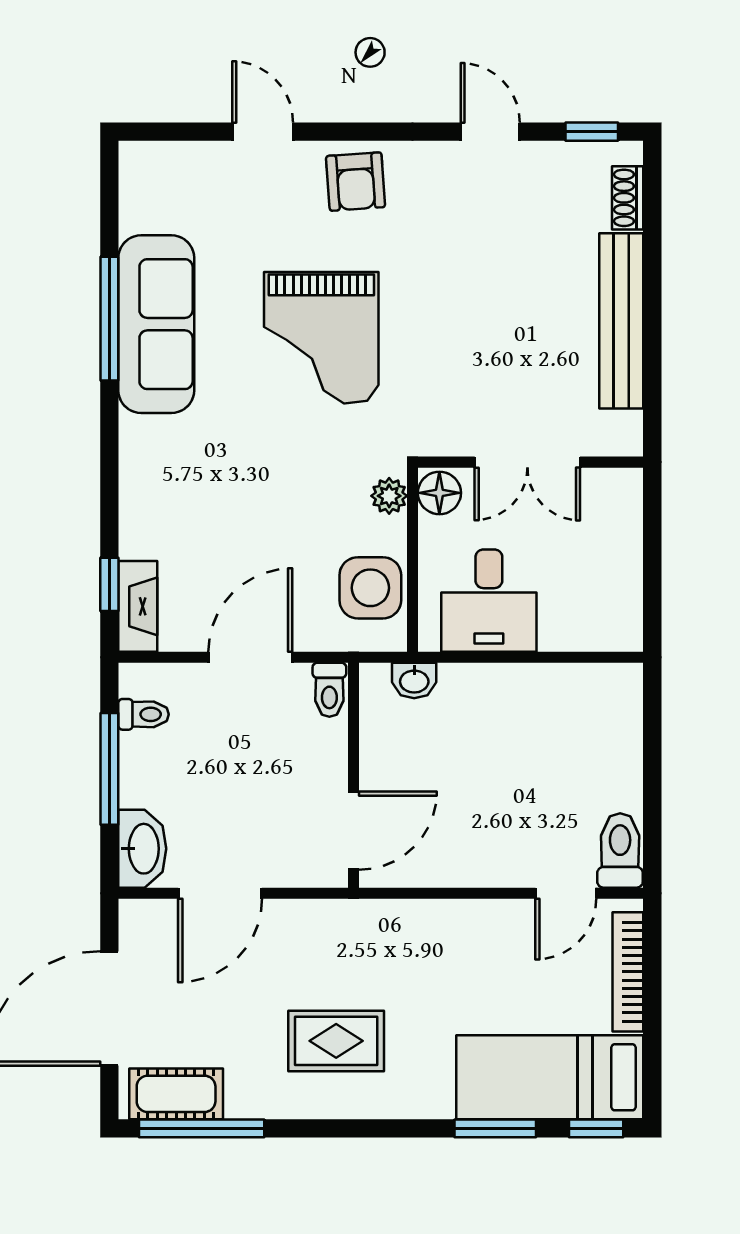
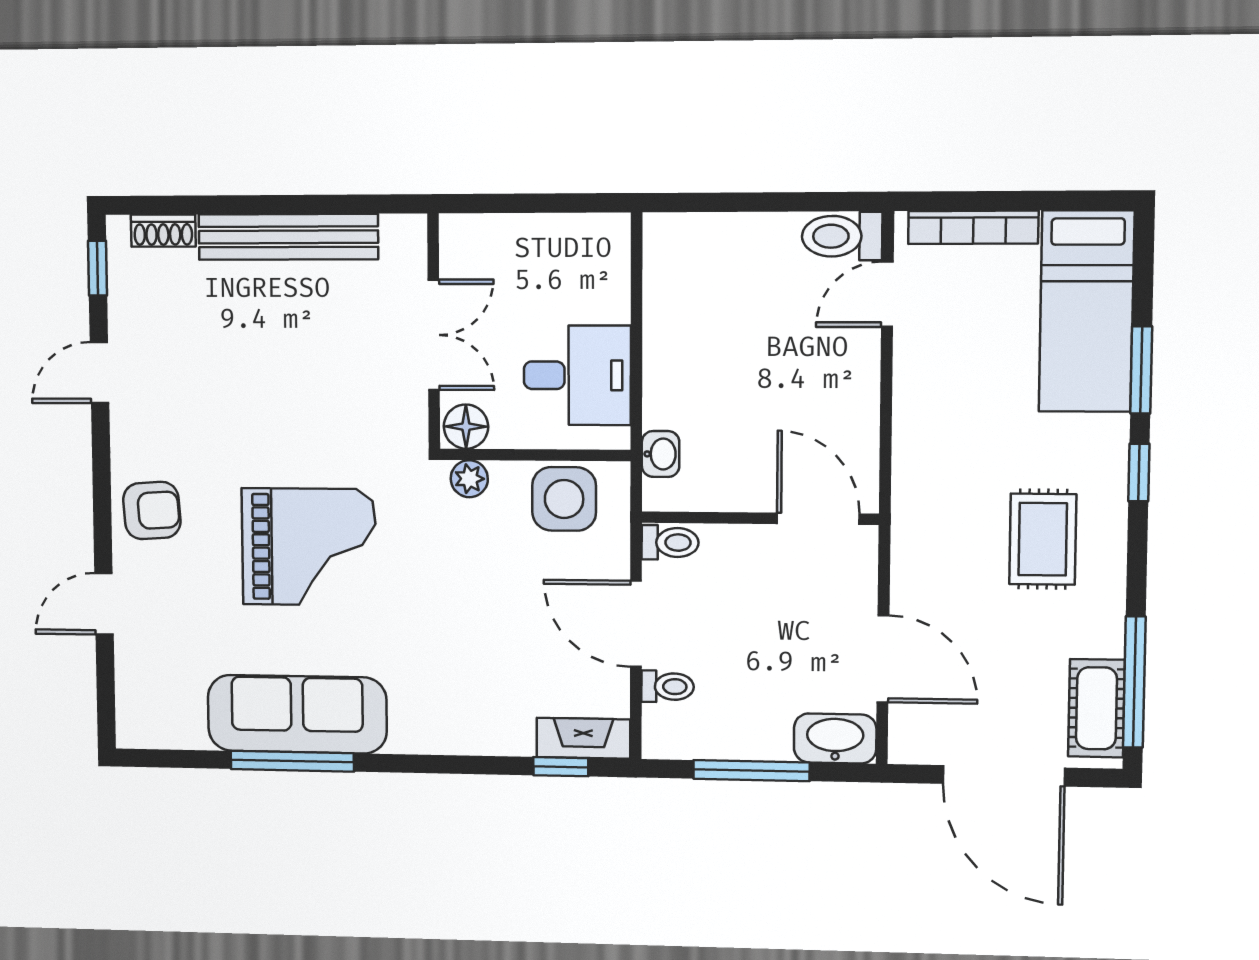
toilet: (144, 714) -> (668, 687), moved, turned 90
door: (566, 893) -> (887, 294), swing flipped
window: (596, 1128) -> (1139, 473), moved

